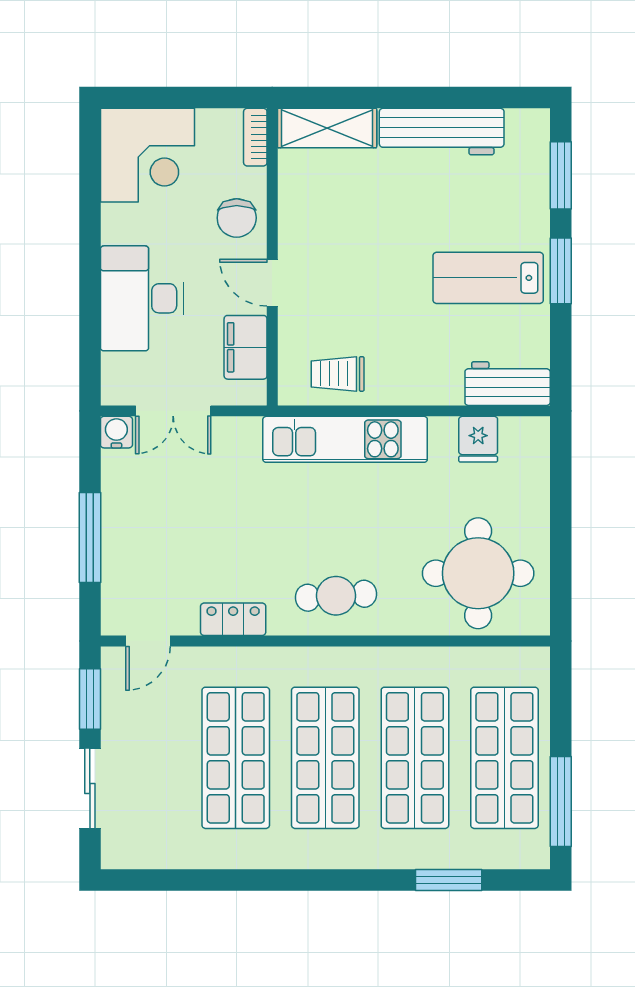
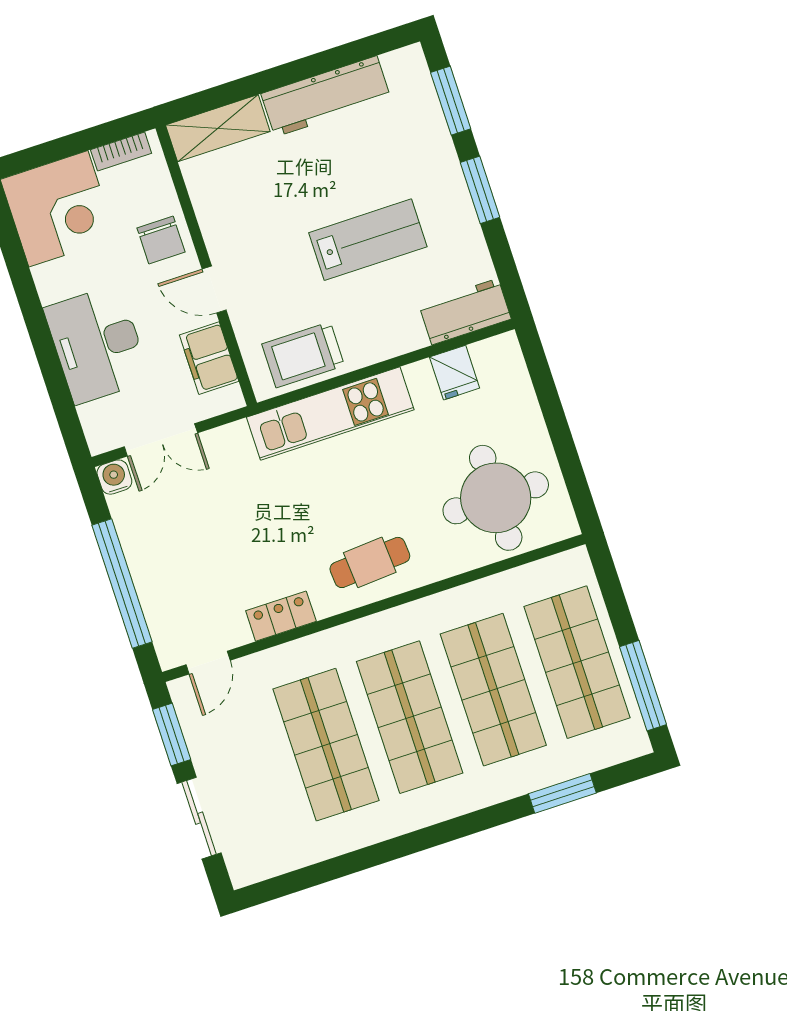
bookcase: (255, 137) -> (121, 152), moved, turned -90
lab bench: (488, 278) -> (368, 240), moved, turned 180
trolley: (338, 374) -> (303, 355), width x1.36, depth x1.39
window: (90, 537) -> (122, 584), width x1.46

